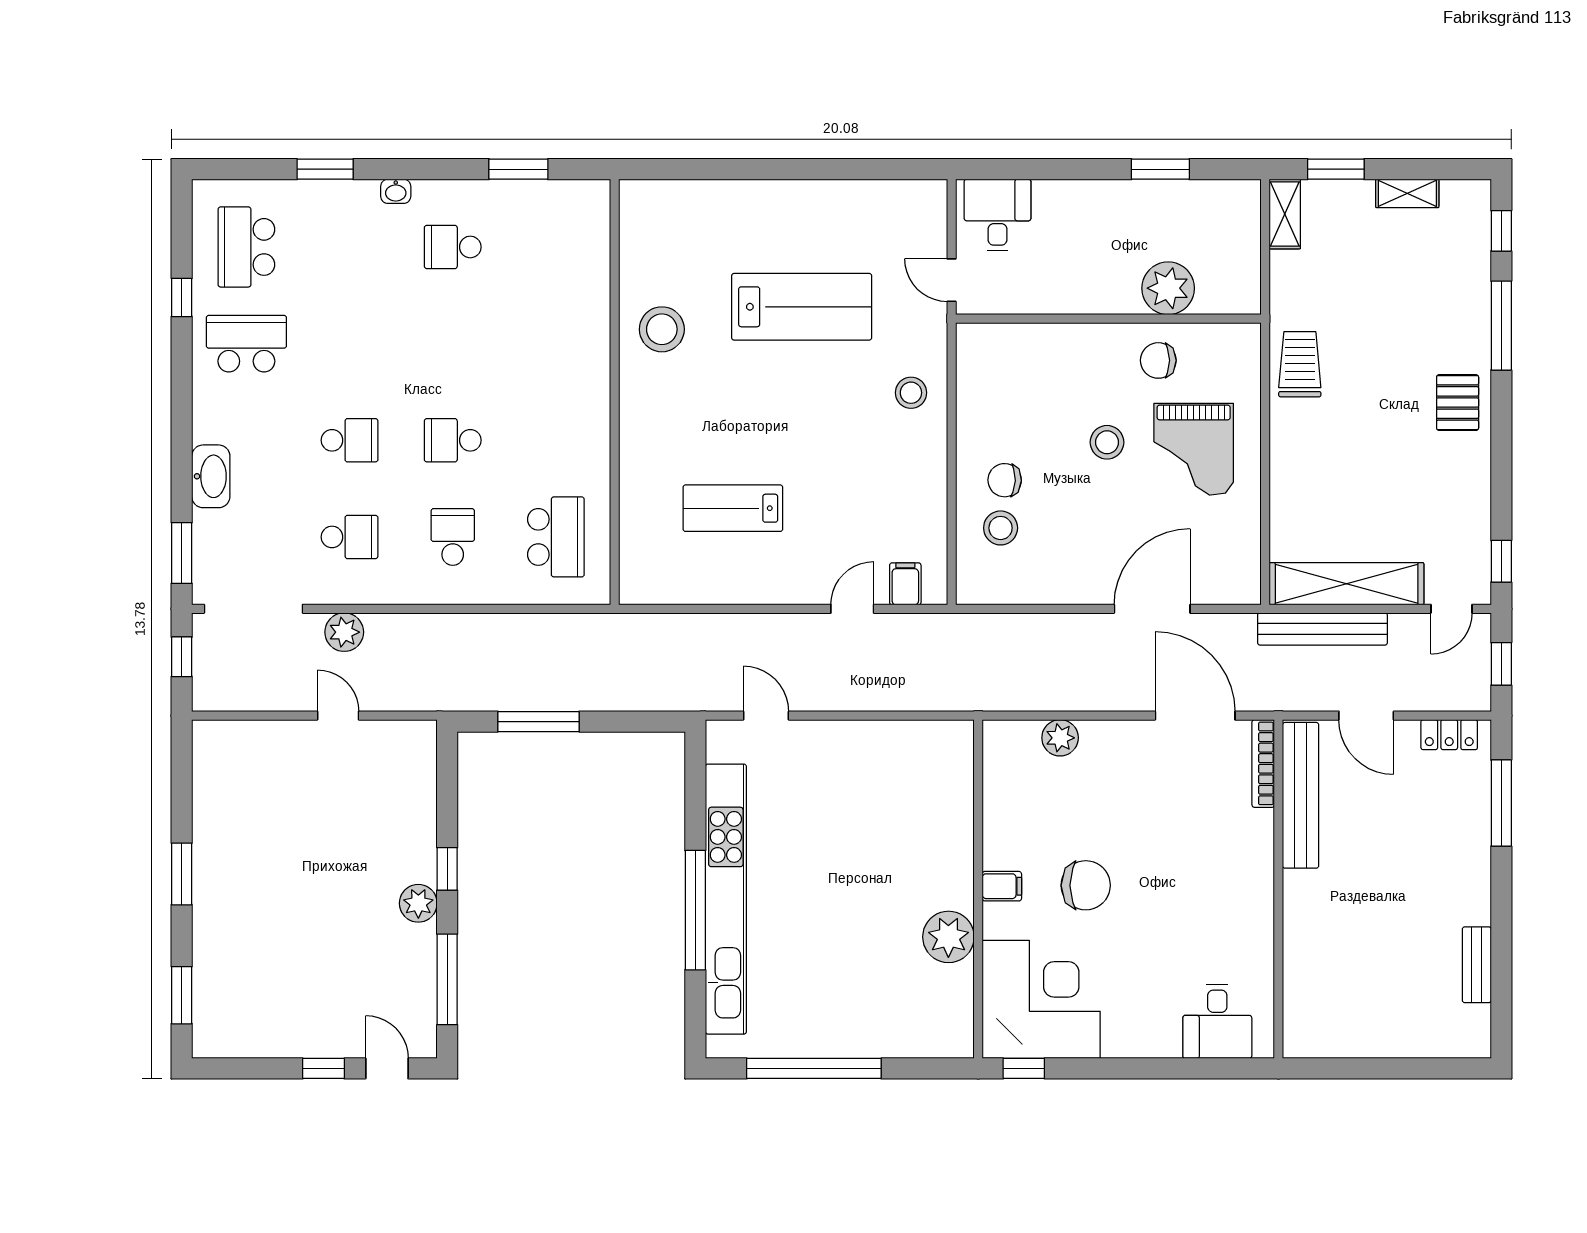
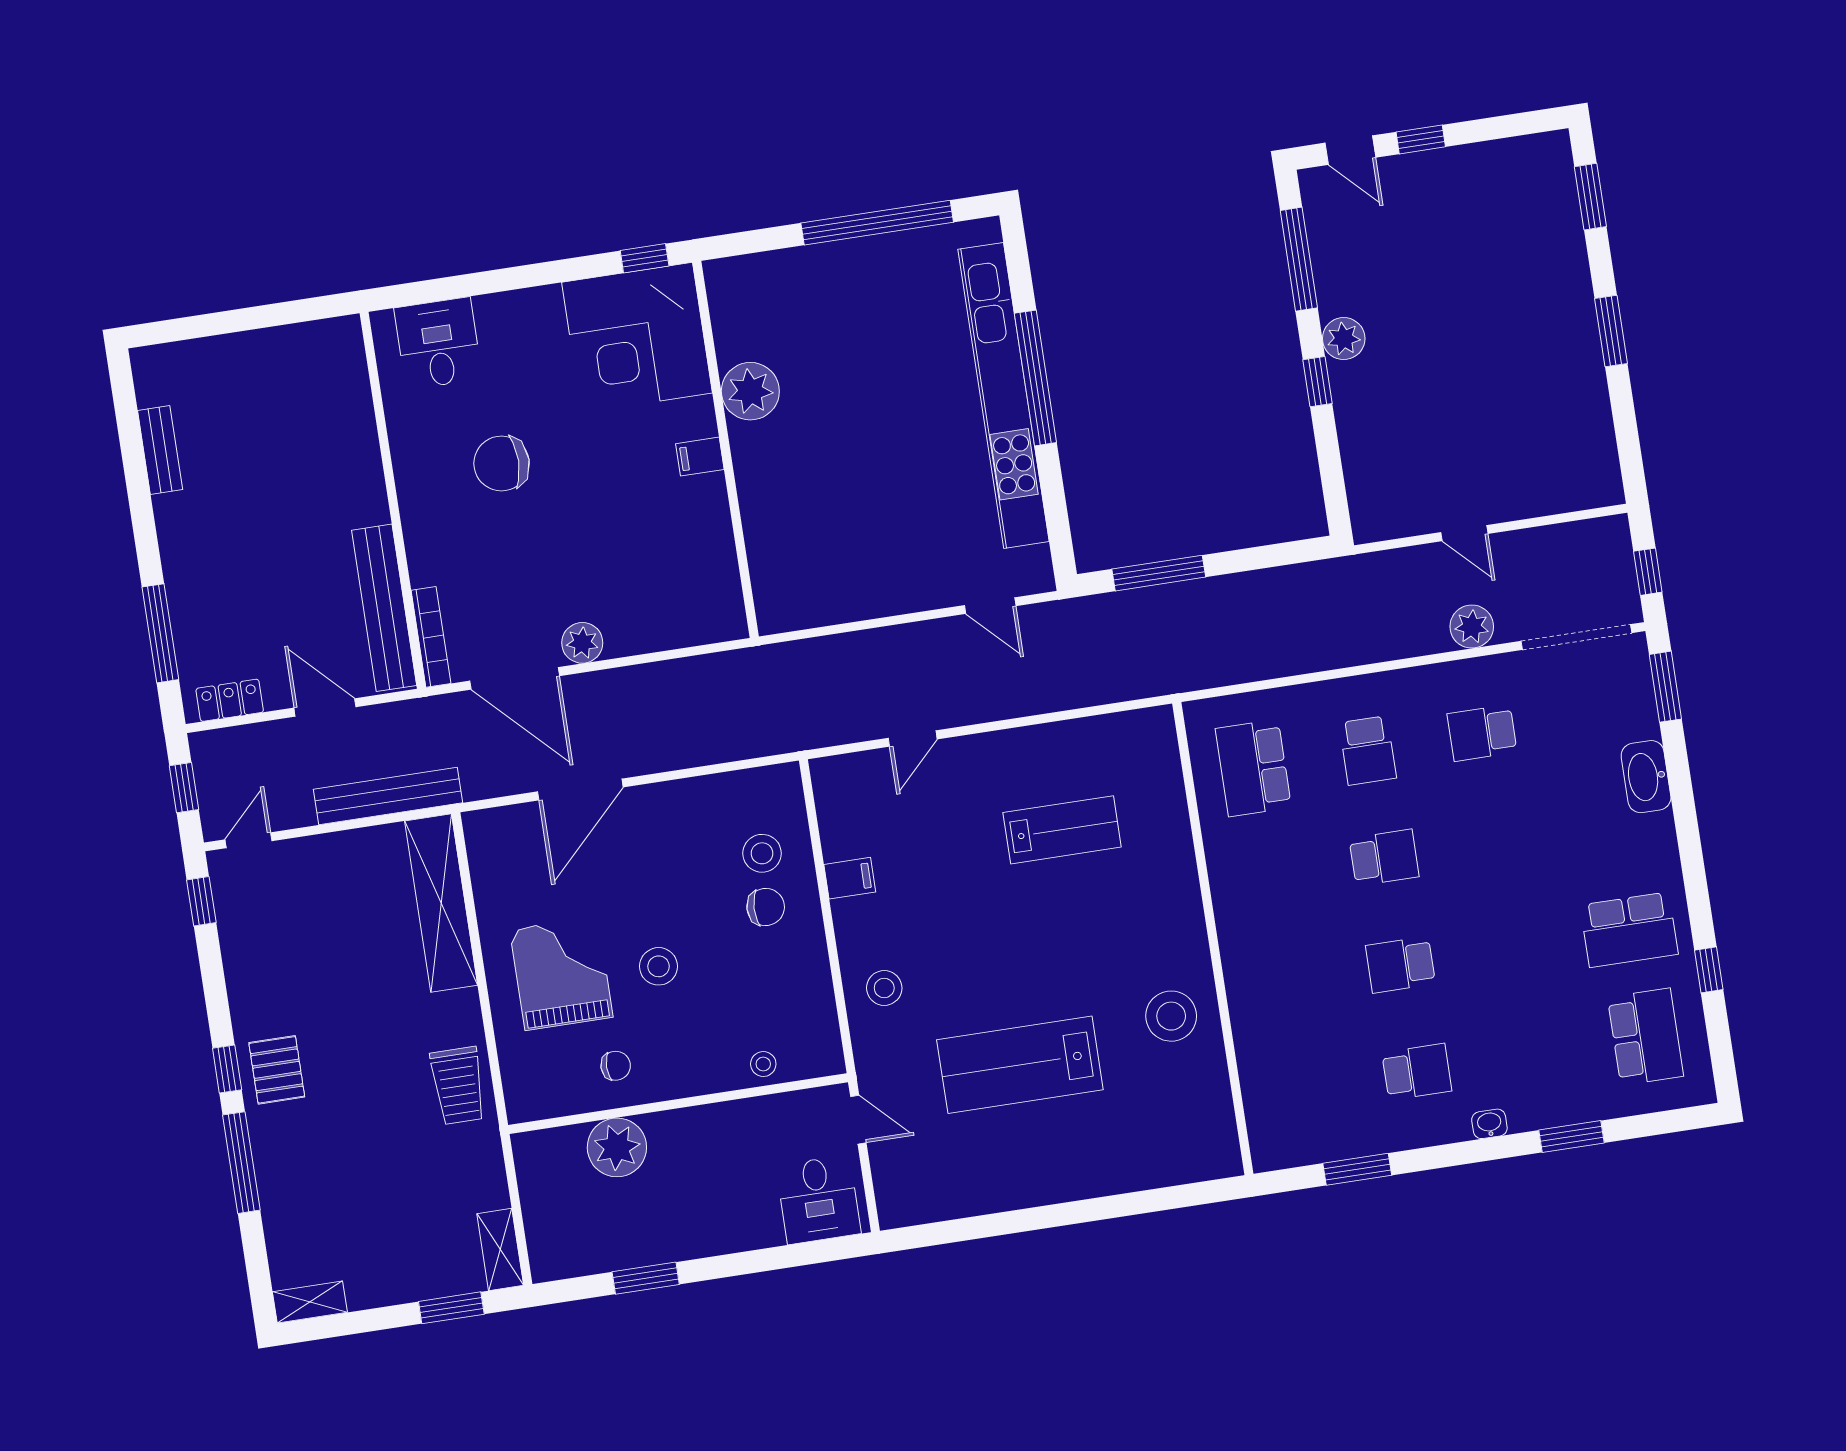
shelving: (1407, 193) -> (310, 1302), moved
window: (1501, 231) -> (227, 1069), moved
stool: (1028, 342) -> (763, 1064), added
chair: (1158, 360) -> (616, 1066), width x0.73, depth x0.73
school desk: (350, 440) -> (1400, 965), moved
filing cabinet: (905, 584) -> (850, 878), moved, turned -90
shelving: (1347, 584) -> (441, 903), moved, turned 90
window: (539, 722) -> (1159, 573), moved
plant: (1060, 738) -> (582, 643), moved
chair: (1086, 885) -> (502, 463), moved

